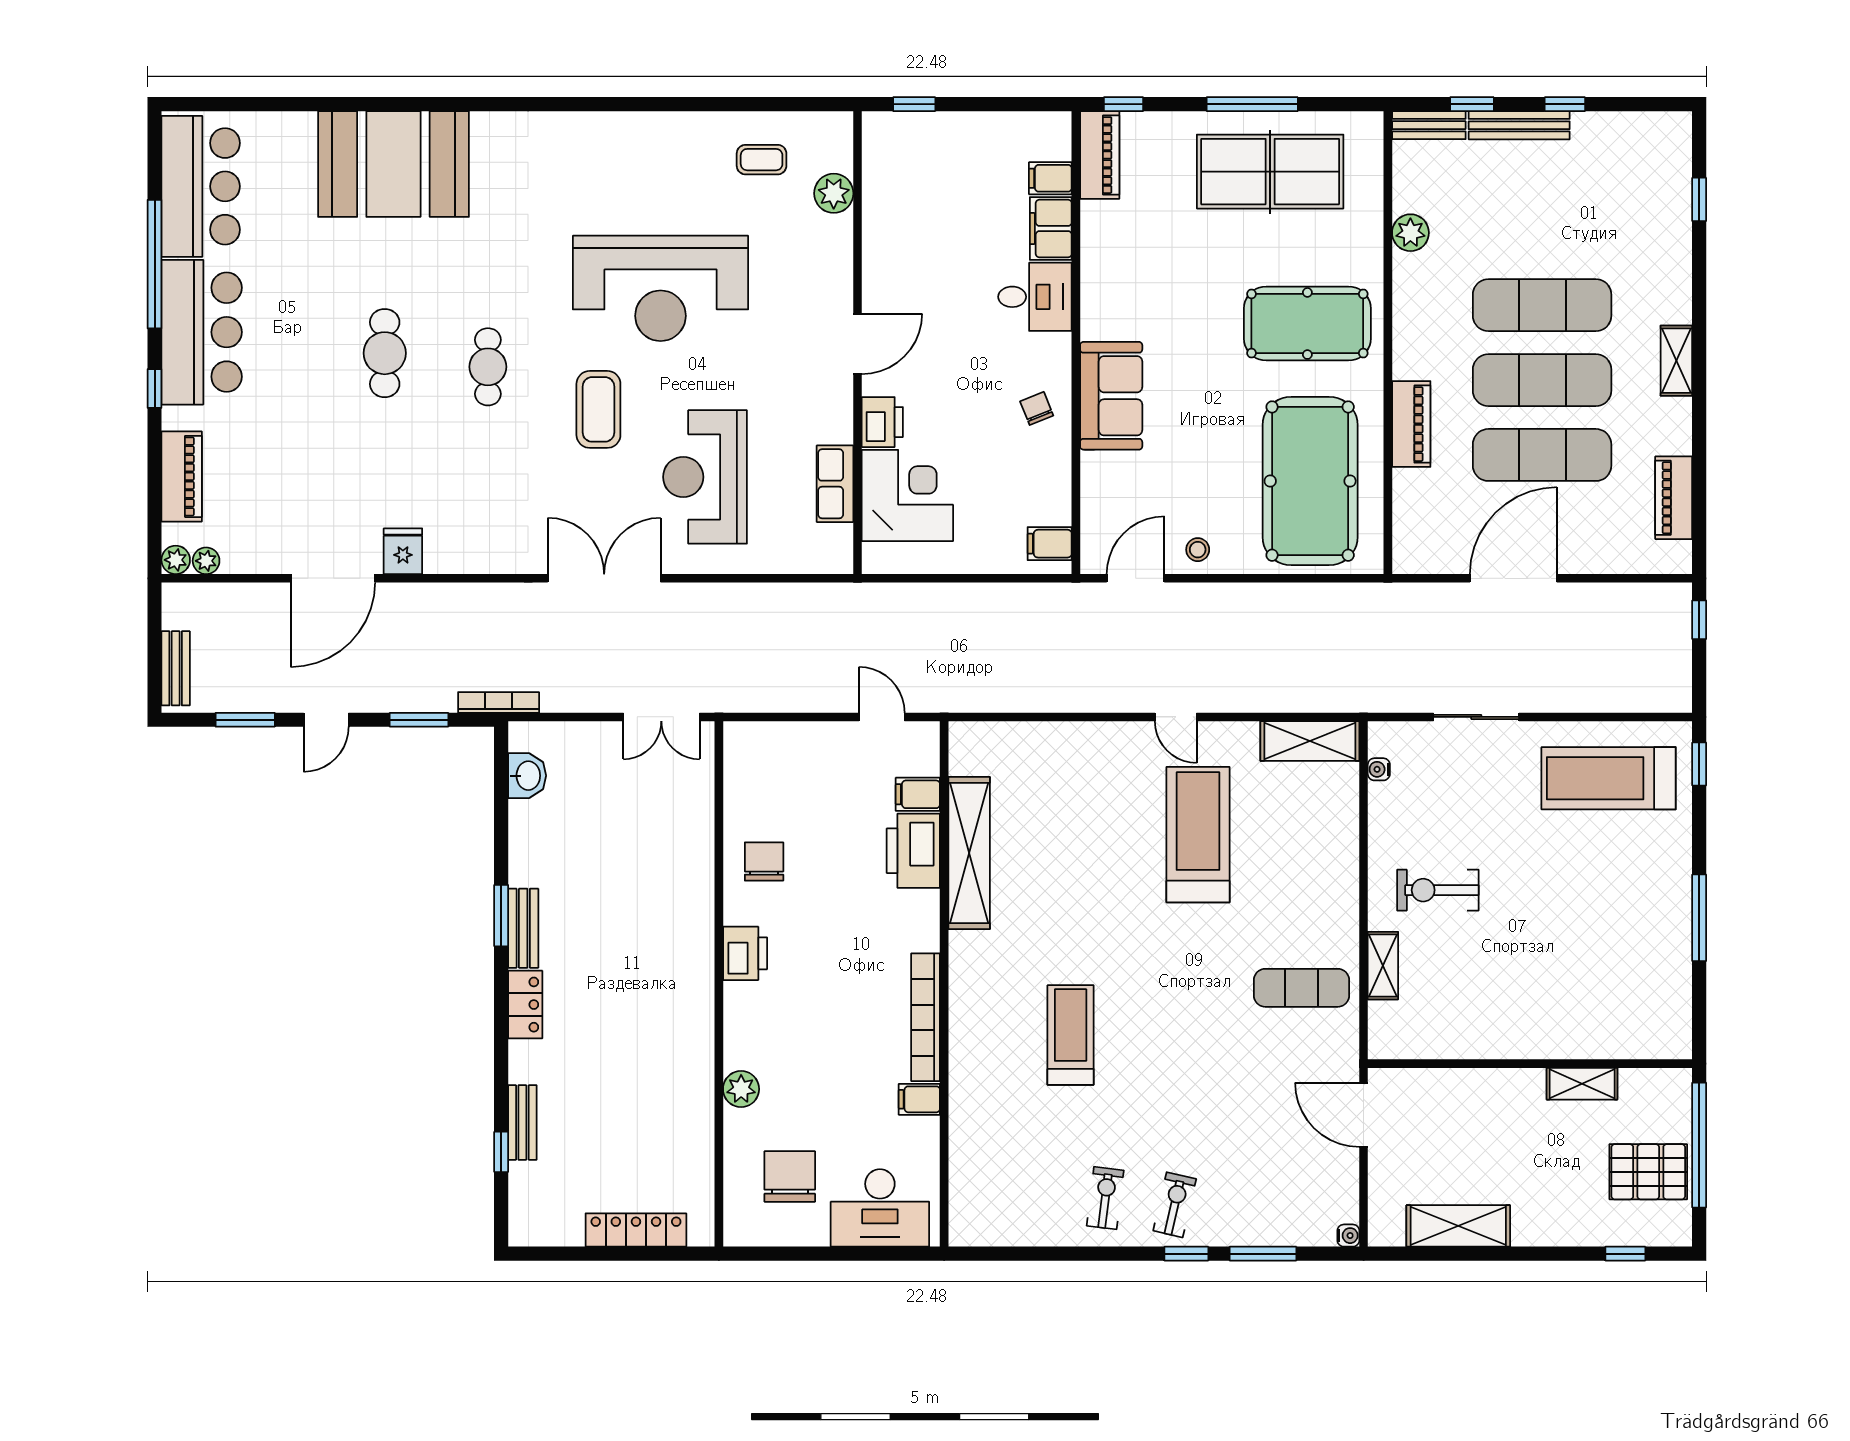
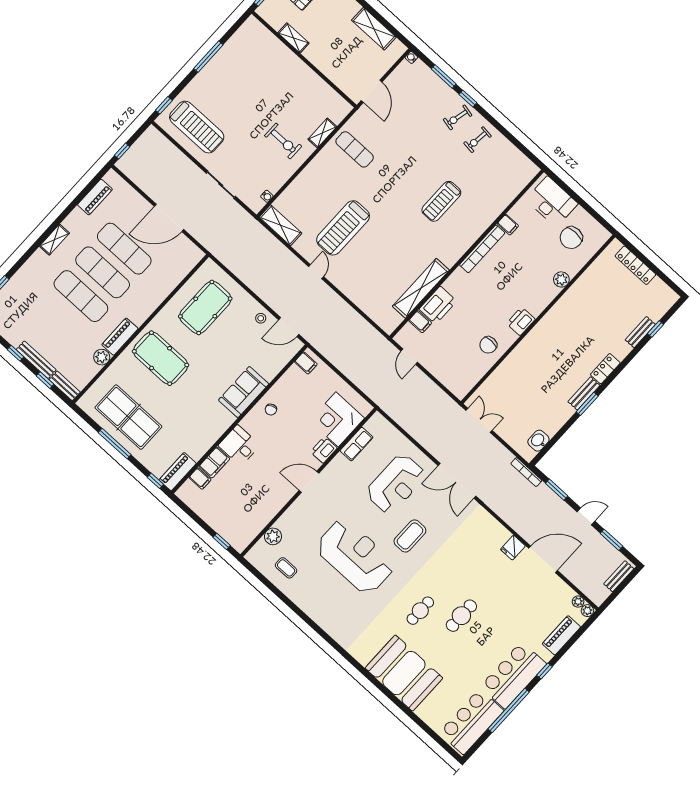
cafe table: (488, 367) -> (420, 611), moved
piano: (1411, 424) -> (120, 337), moved
pool table: (1310, 481) -> (205, 307), width x0.73, depth x0.76

